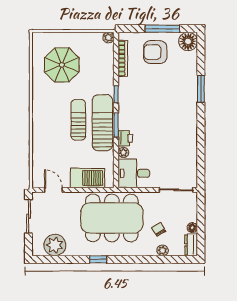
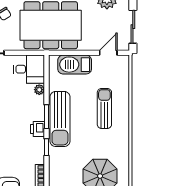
sun lounger: (78, 120) -> (104, 108), moved, turned 180
printer: (125, 138) -> (38, 129), moved
door: (53, 190) -> (108, 53), swing flipped

